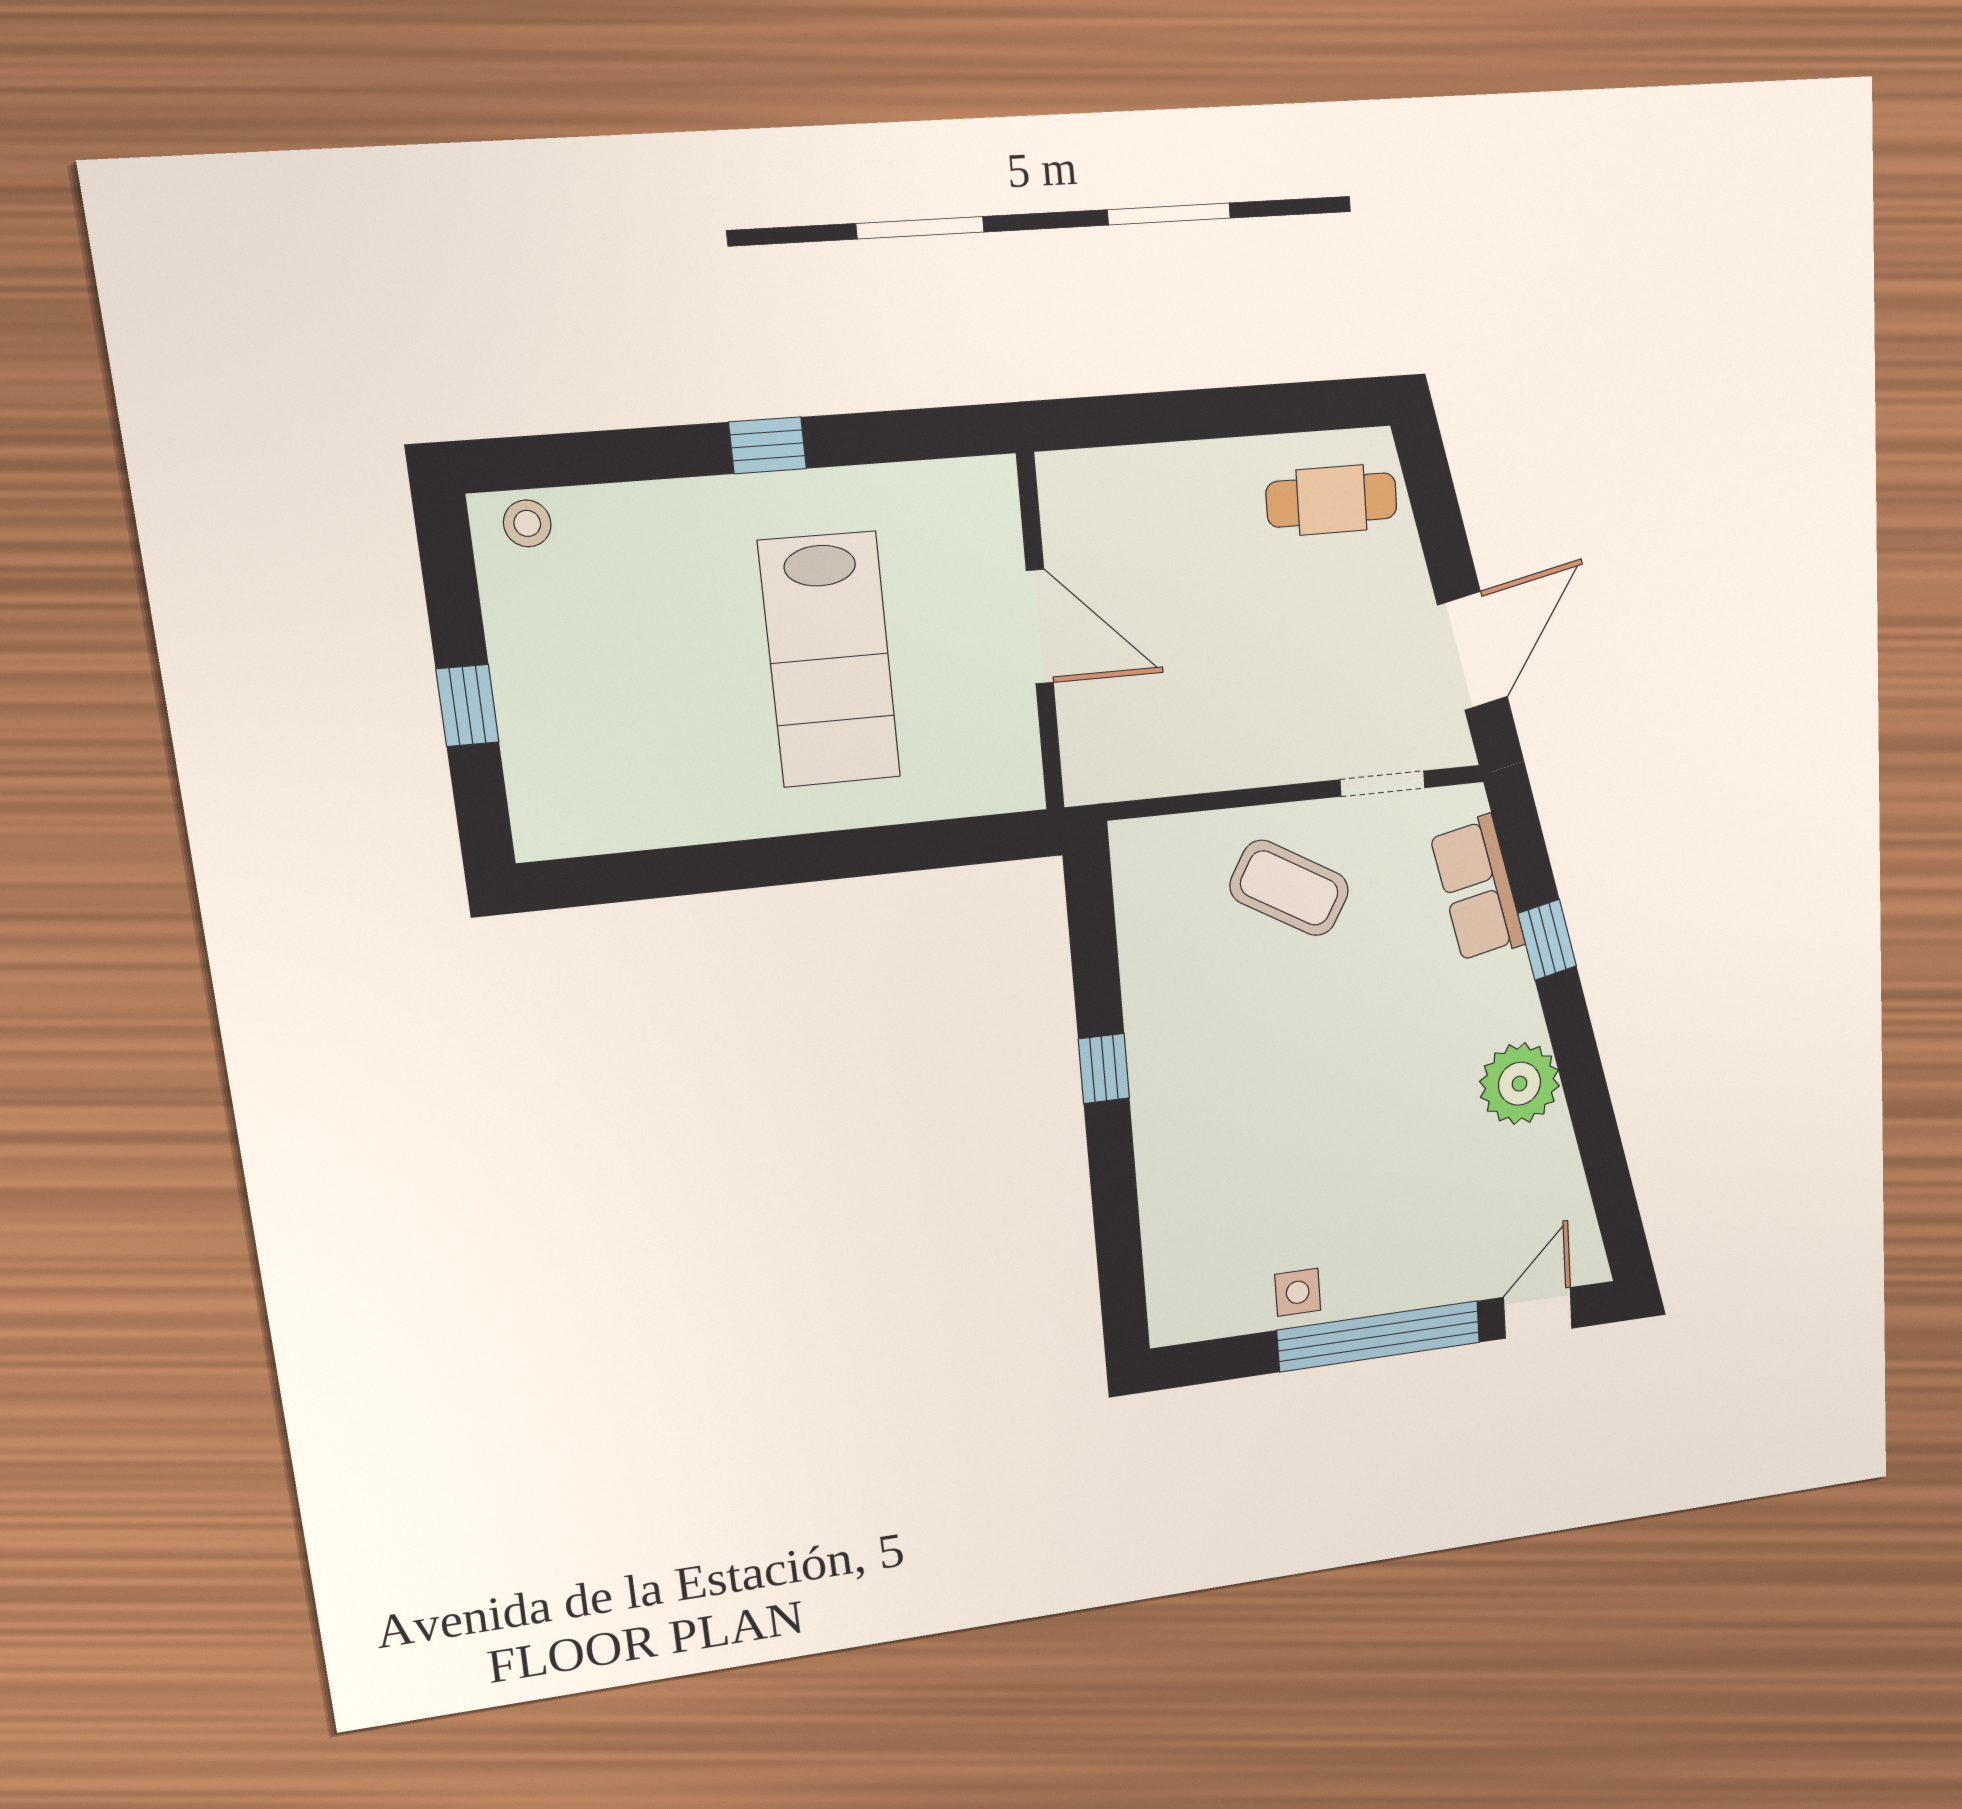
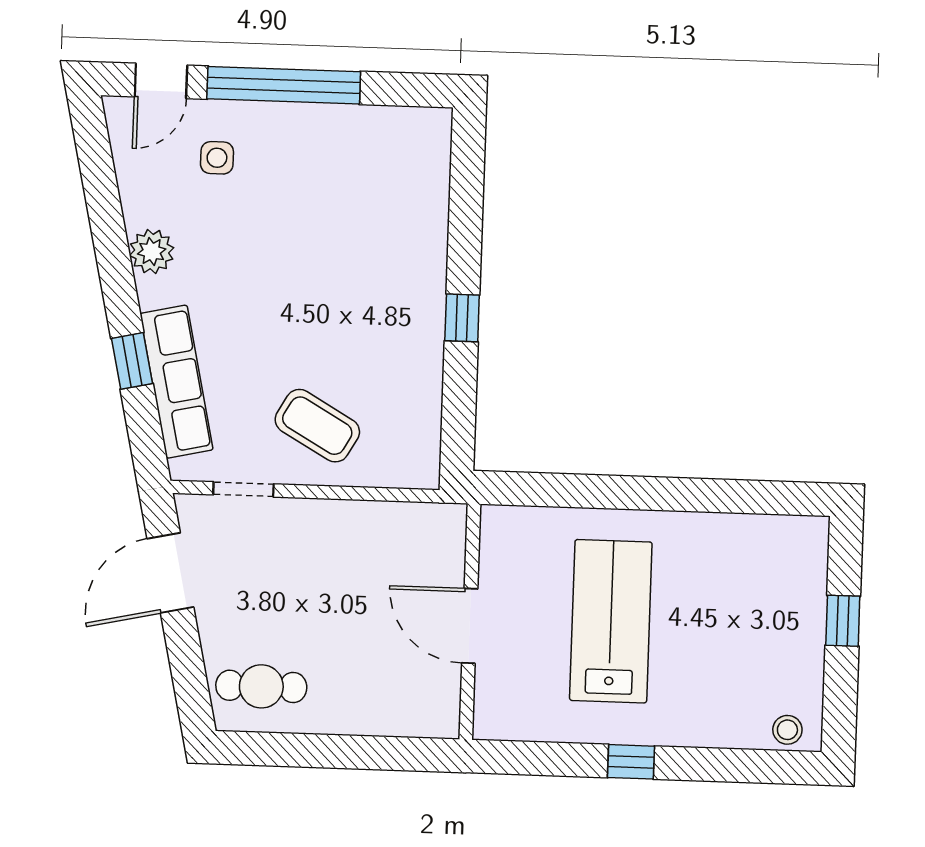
row of seats: (1478, 889) -> (177, 382), width x1.48
plant: (1519, 1084) -> (152, 252), width x0.73, depth x0.73
side table: (1298, 1292) -> (217, 158), moved

